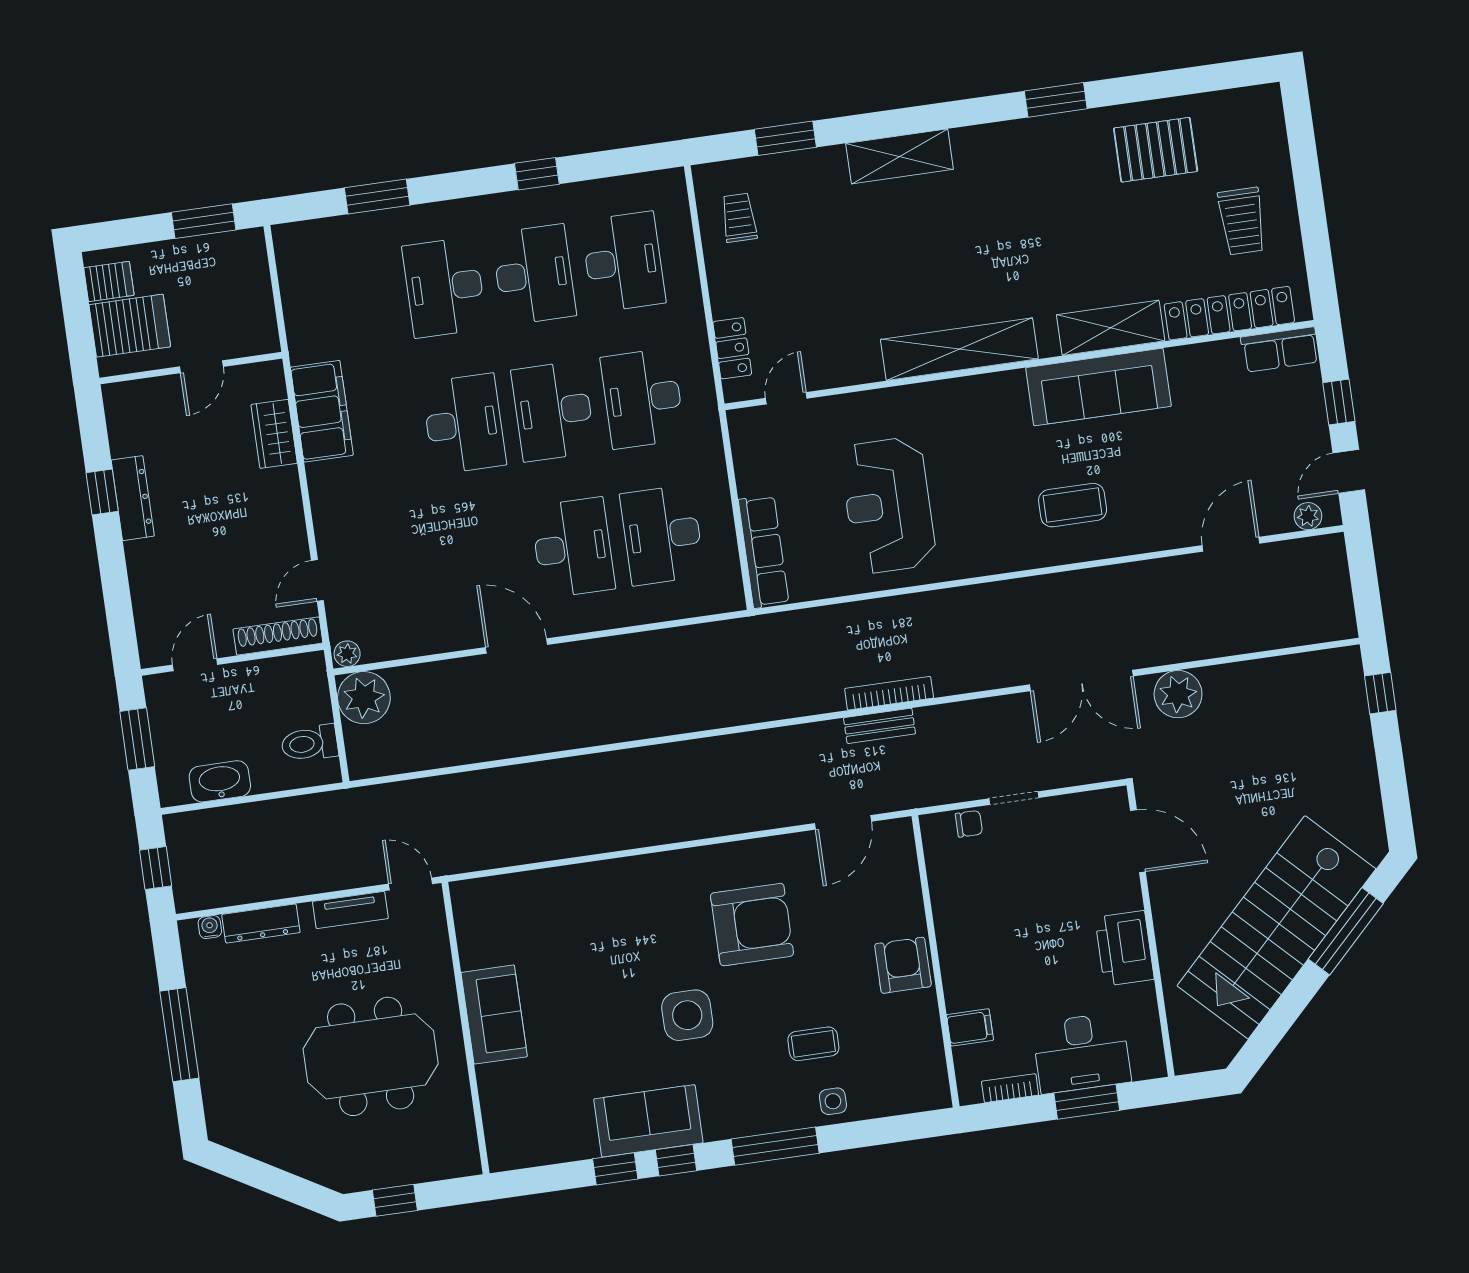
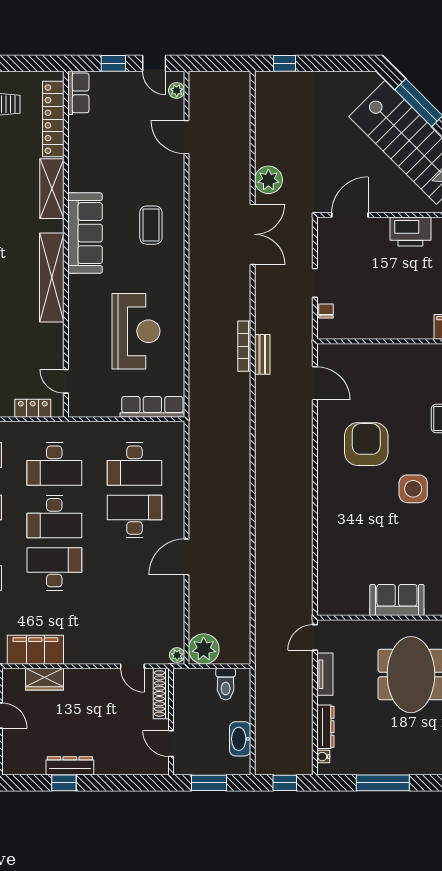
sofa: (1098, 387) -> (85, 233), moved
reception desk: (888, 505) -> (136, 331), turned -90
armchair: (903, 965) -> (402, 360), removed

